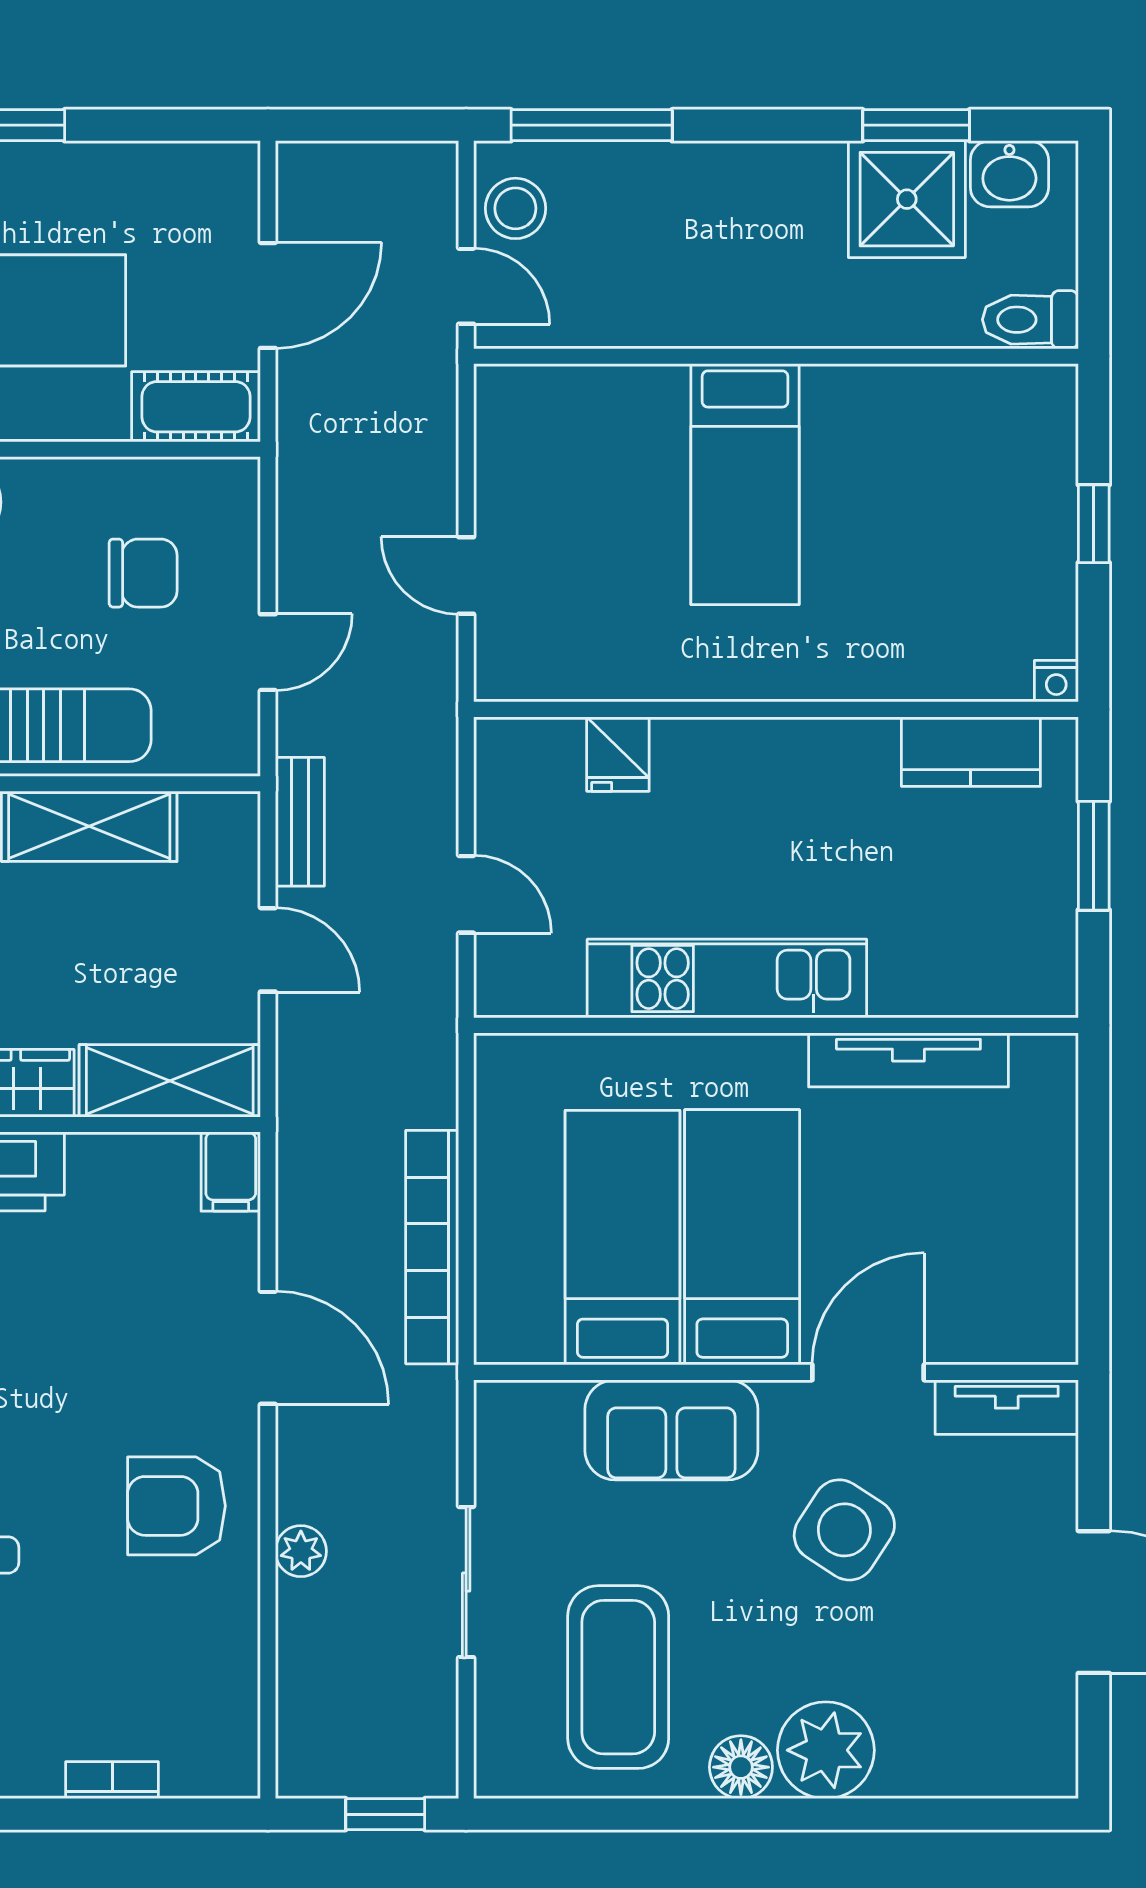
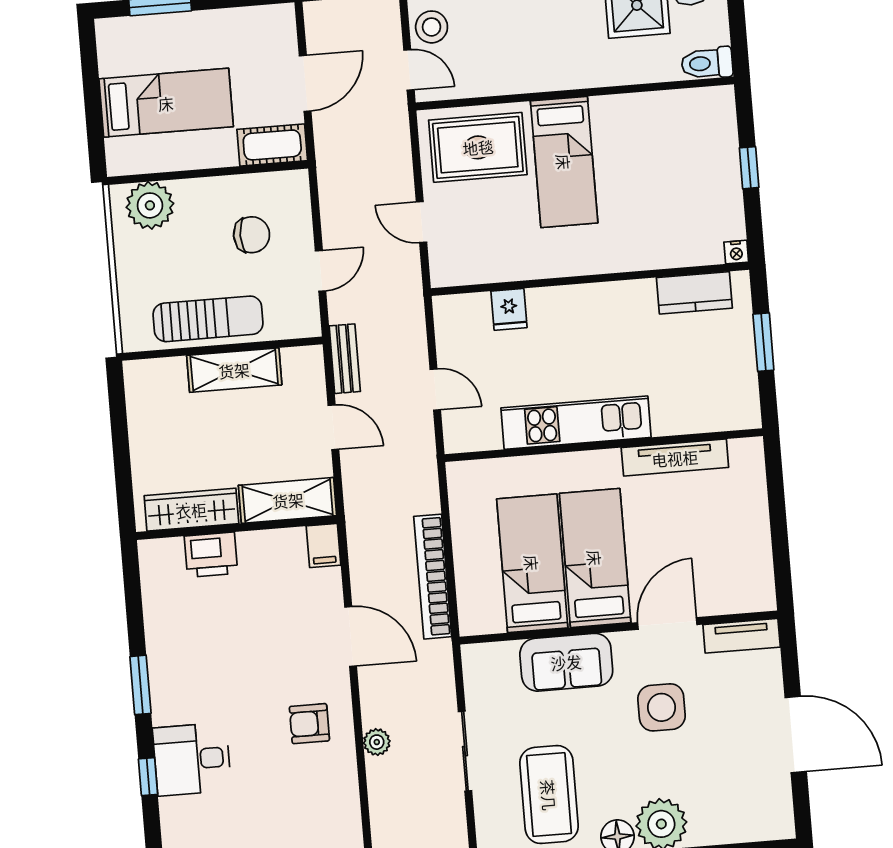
rug: (584, 443) -> (478, 147), added
armchair: (176, 1506) -> (309, 724), width x0.72, depth x0.72
side table: (844, 1530) -> (662, 707), turned -33

